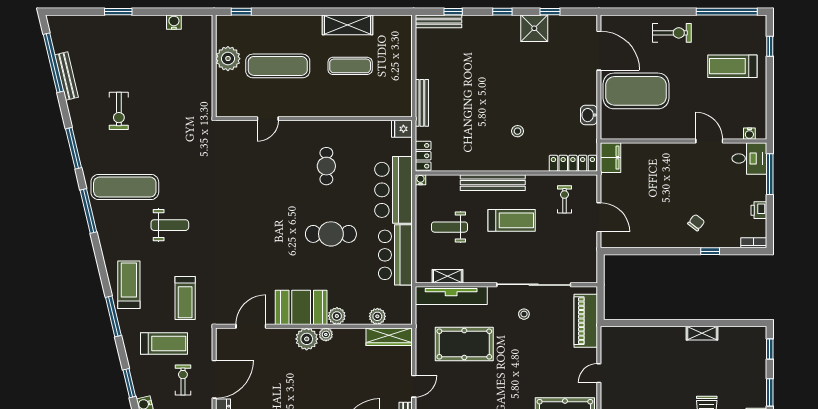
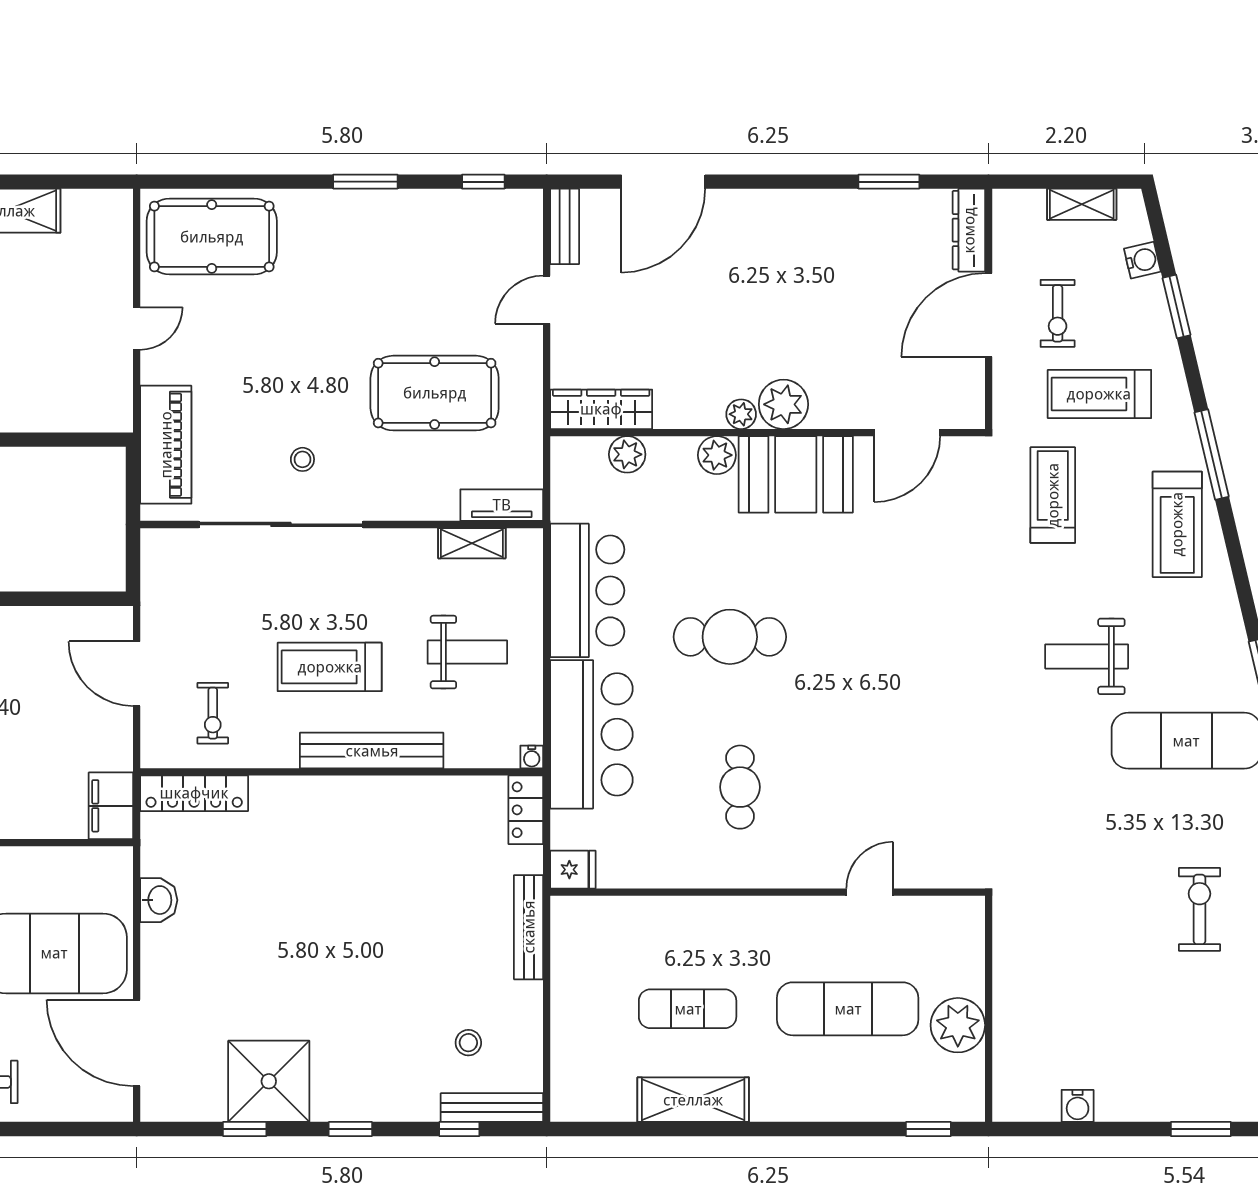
shower: (534, 28) -> (269, 1081), width x1.37, depth x1.37
stool: (517, 131) -> (468, 1043), moved
tv unit: (451, 295) -> (502, 505), width x0.52, depth x0.78

